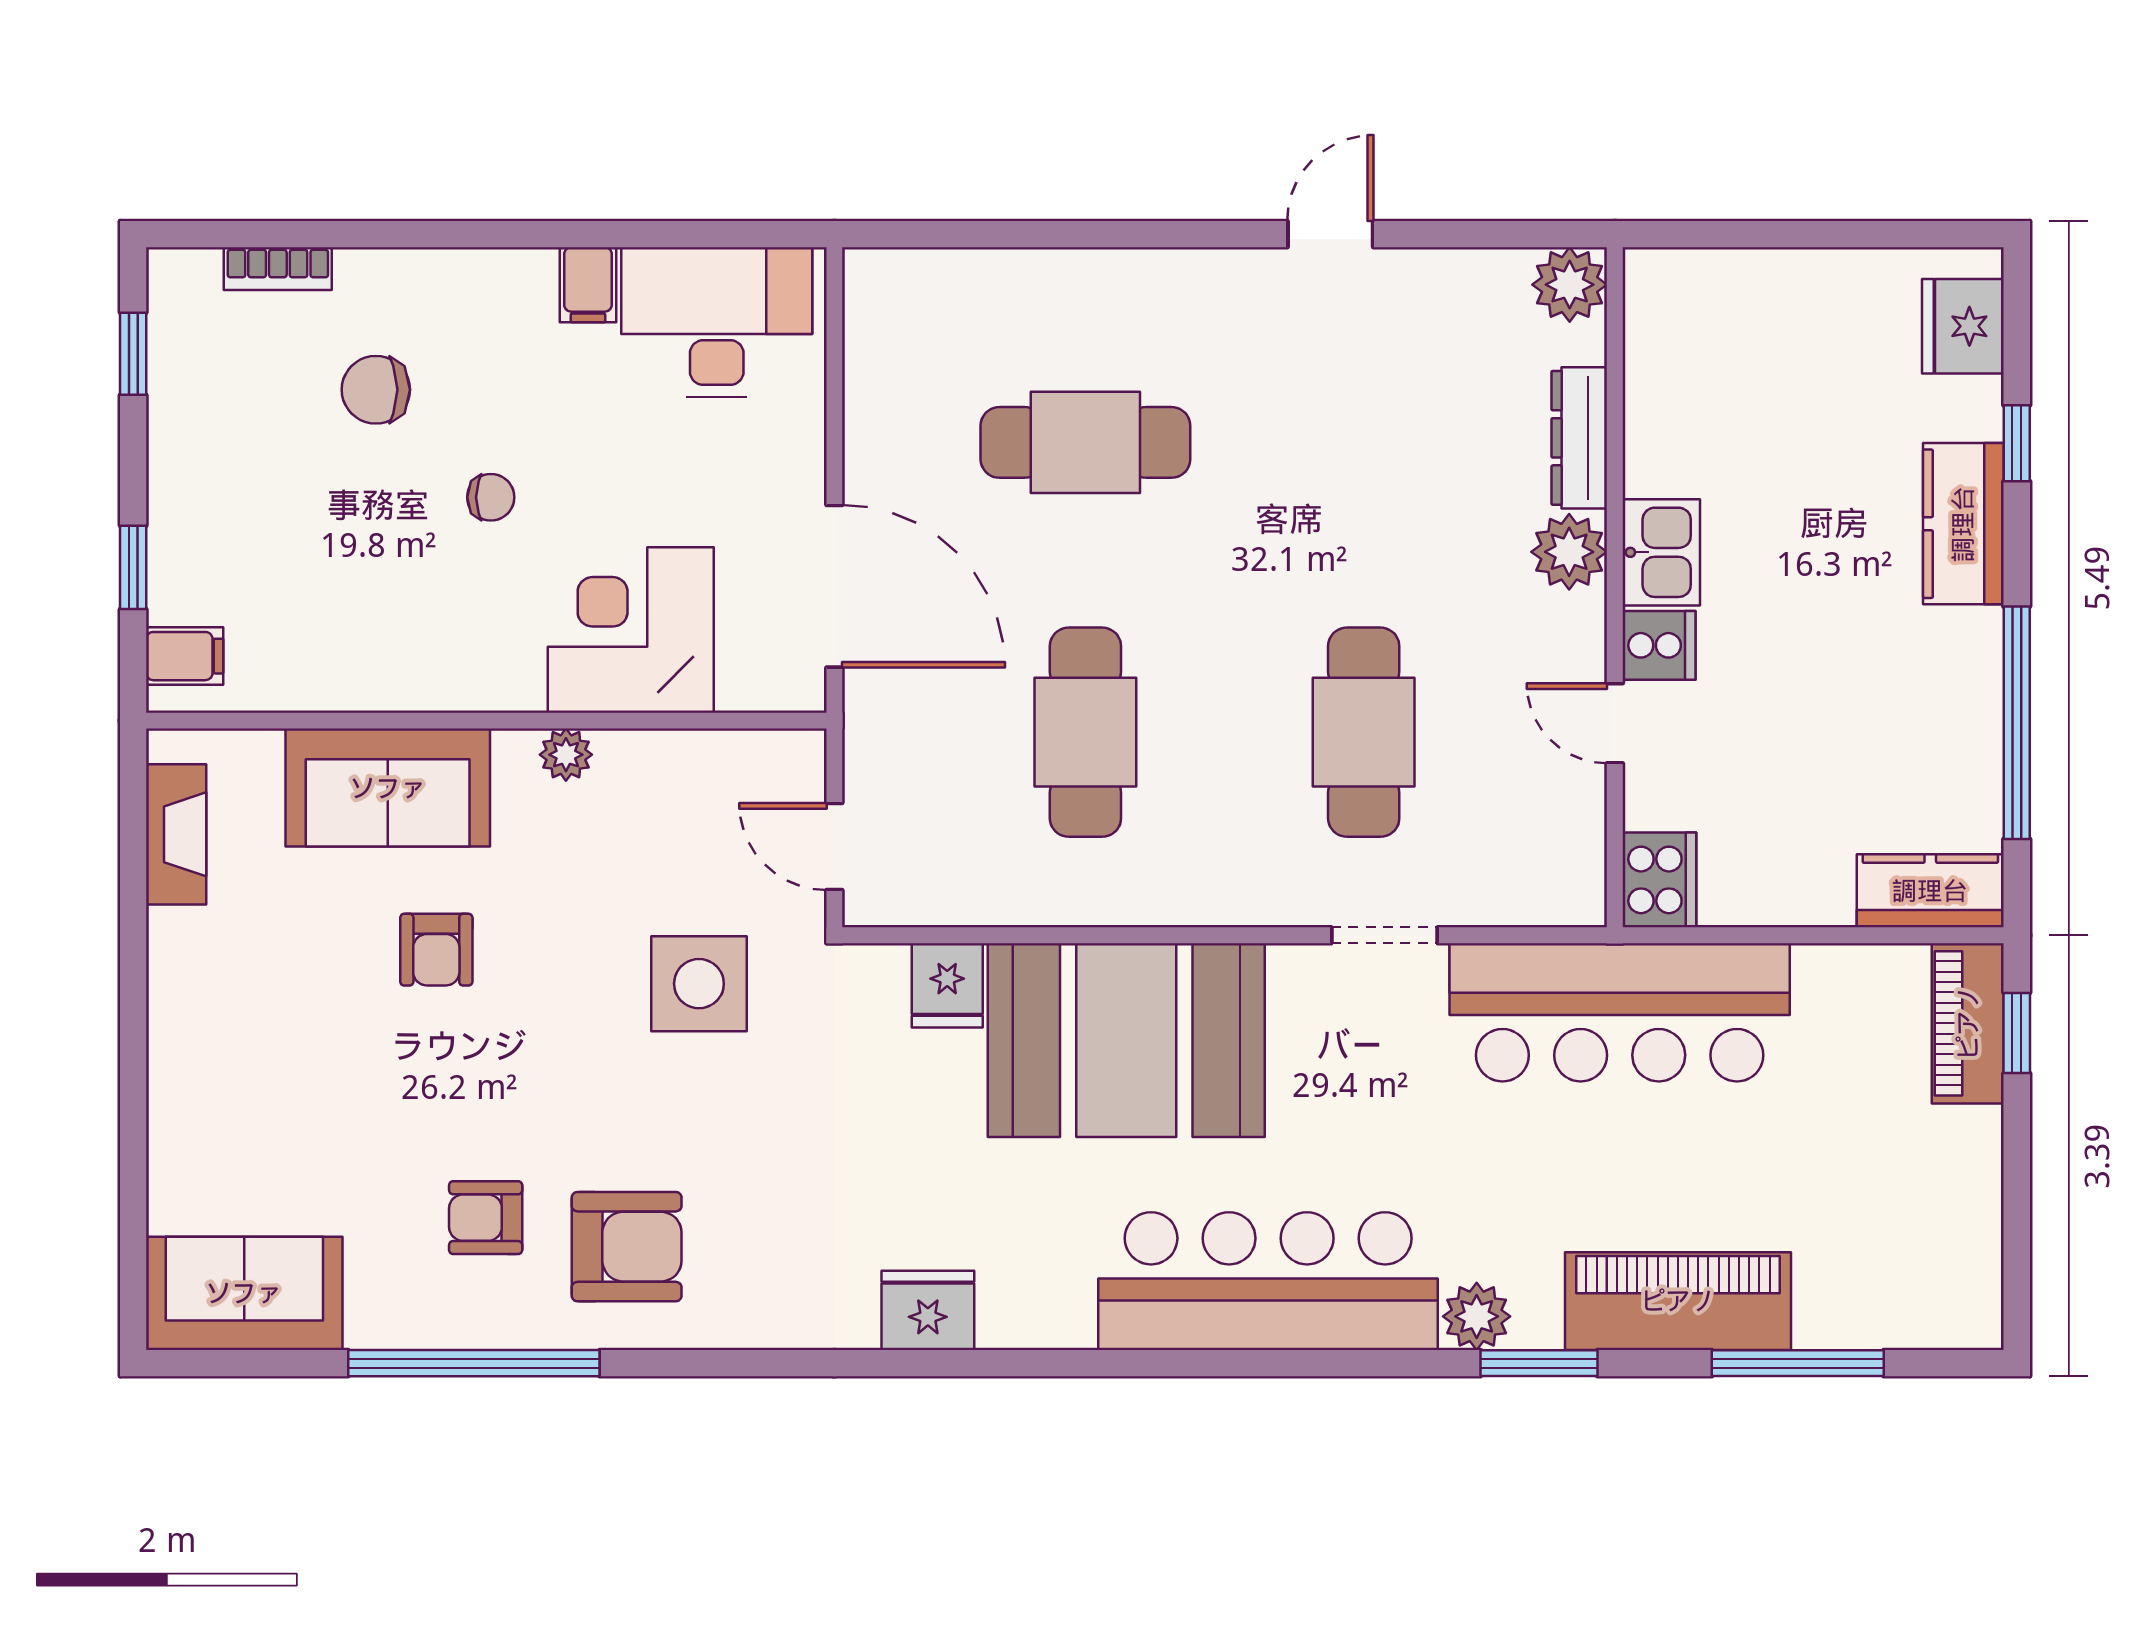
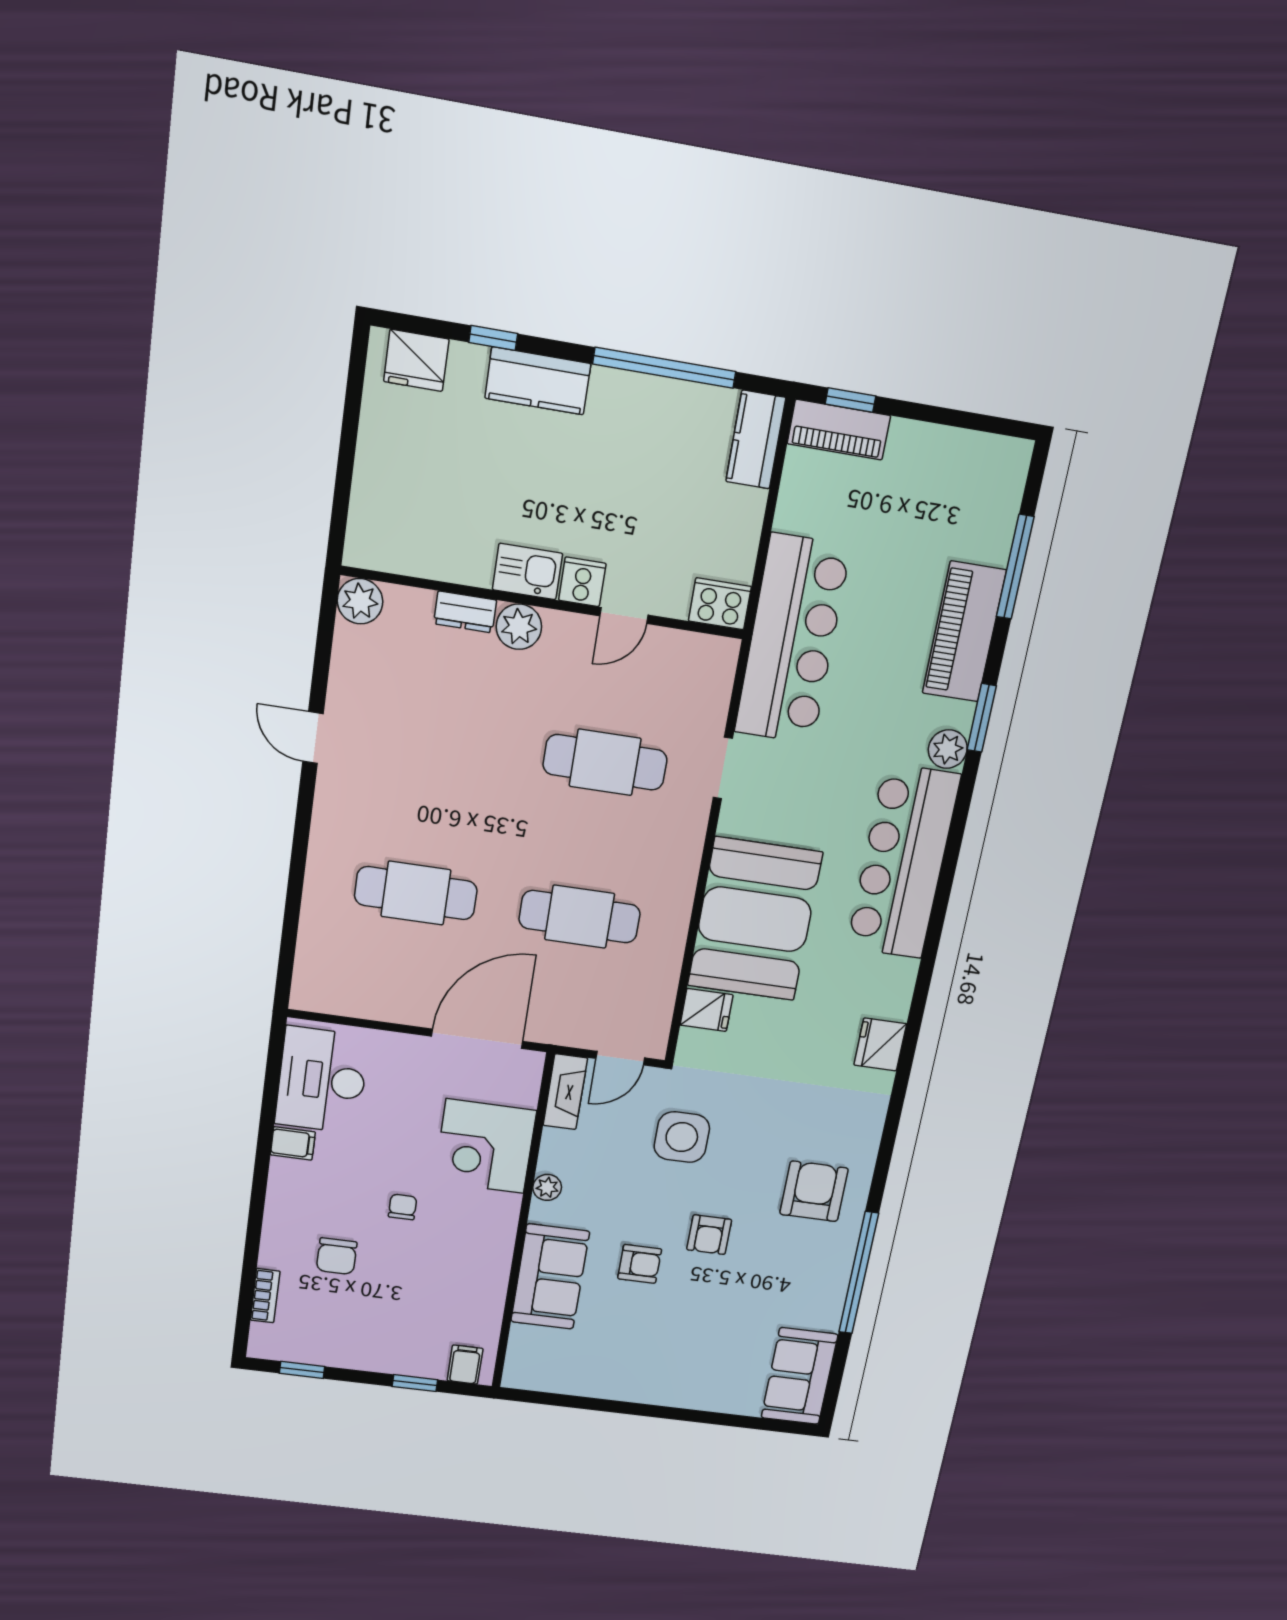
dresser: (1579, 438) -> (465, 612), width x0.70
cafe table: (1085, 442) -> (416, 893), turned 90
fireplace: (176, 834) -> (565, 1092), moved, turned 90
armchair: (486, 1218) -> (709, 1235), moved

